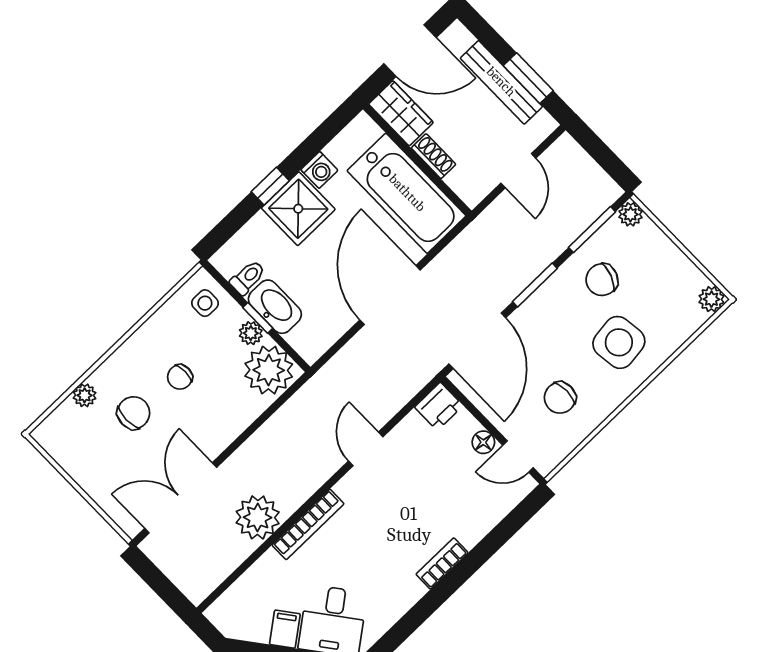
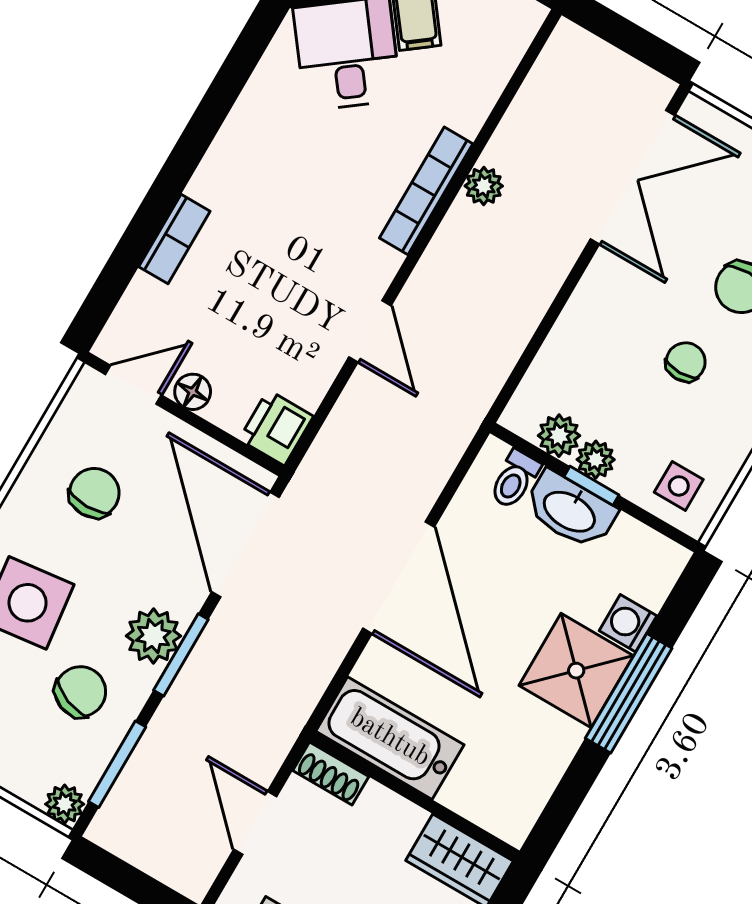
shoe rack: (433, 156) -> (331, 773), moved
washing machine: (319, 170) -> (628, 623), moved
window: (270, 186) -> (629, 693), width x2.17
bathtub: (407, 193) -> (390, 738), width x0.73, depth x0.73
toilet: (248, 277) -> (515, 479), moved
plant: (548, 301) -> (153, 636), added
plant: (269, 370) -> (559, 436), width x0.53, depth x0.53
plant: (258, 517) -> (484, 186), width x0.53, depth x0.53
bookcase: (442, 563) -> (174, 239), moved

